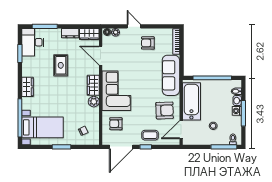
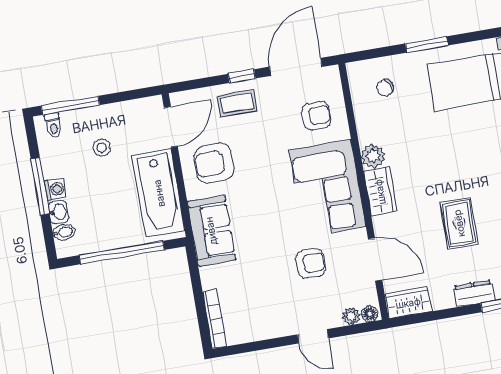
dresser: (70, 33) -> (474, 293), moved
armchair: (148, 43) -> (310, 263), moved
sofa: (171, 75) -> (211, 231), width x0.73

